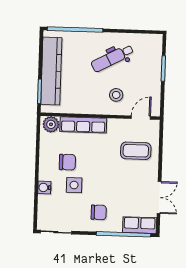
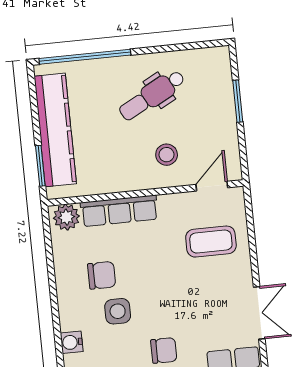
water cooler: (44, 188) -> (72, 342), moved

